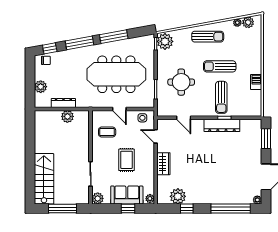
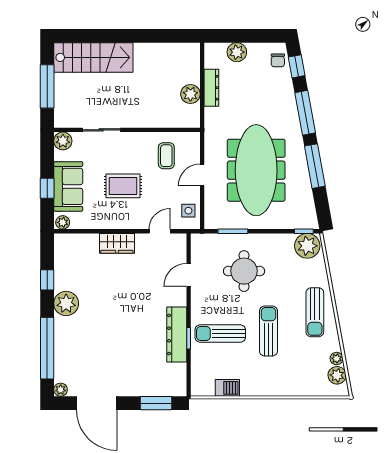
barbecue: (256, 82) -> (227, 388), moved
plant: (178, 196) -> (66, 303), moved

